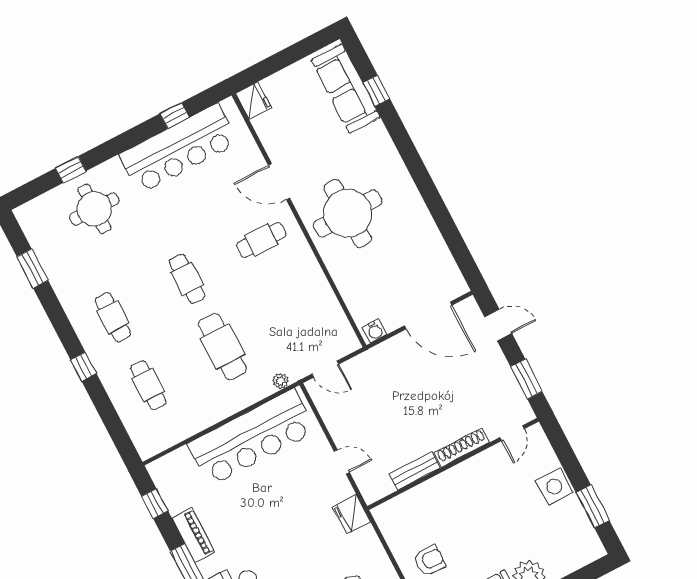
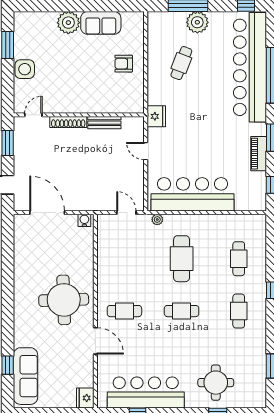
cafe table: (187, 279) -> (182, 311), turned 90

